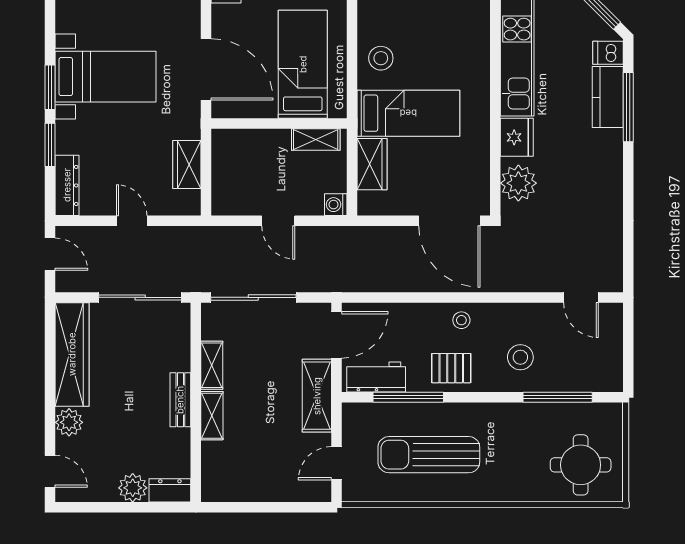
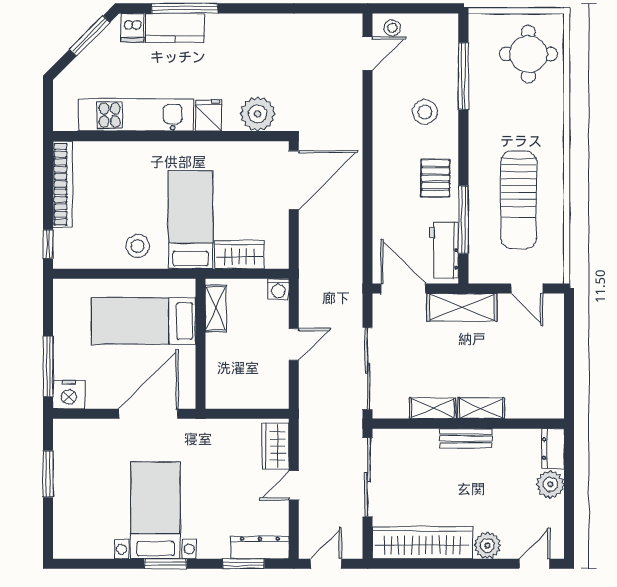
fridge: (517, 137) -> (209, 115), width x0.72
window: (50, 145) -> (243, 564), moved
wardrobe: (187, 165) -> (275, 446), moved, turned 90
stool: (461, 320) -> (392, 28), moved

